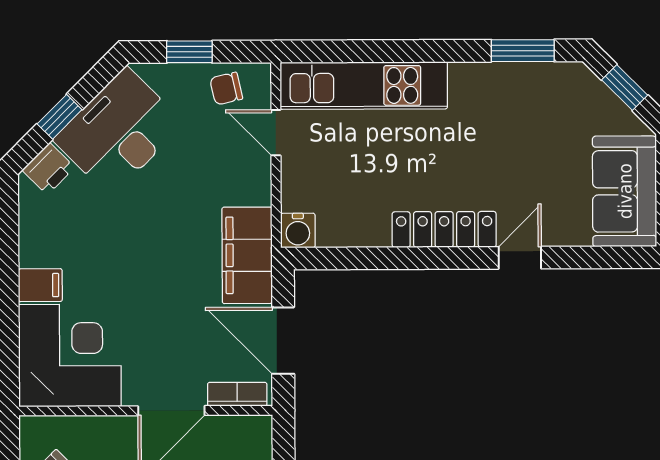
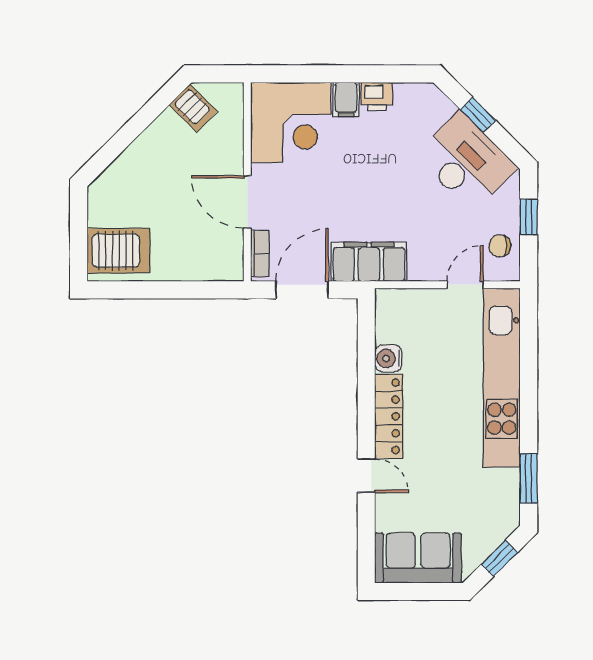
kitchen unit: (364, 86) -> (502, 378), width x1.36
chair: (226, 89) -> (500, 246), turned -77
printer: (48, 169) -> (377, 96), moved, turned -45
water cooler: (298, 230) -> (388, 358), moved

